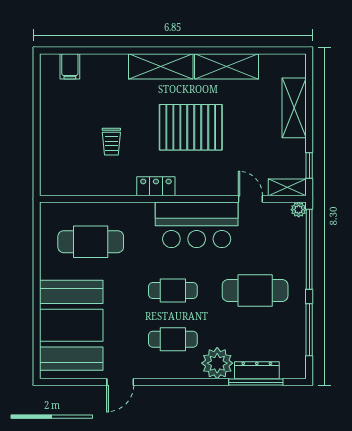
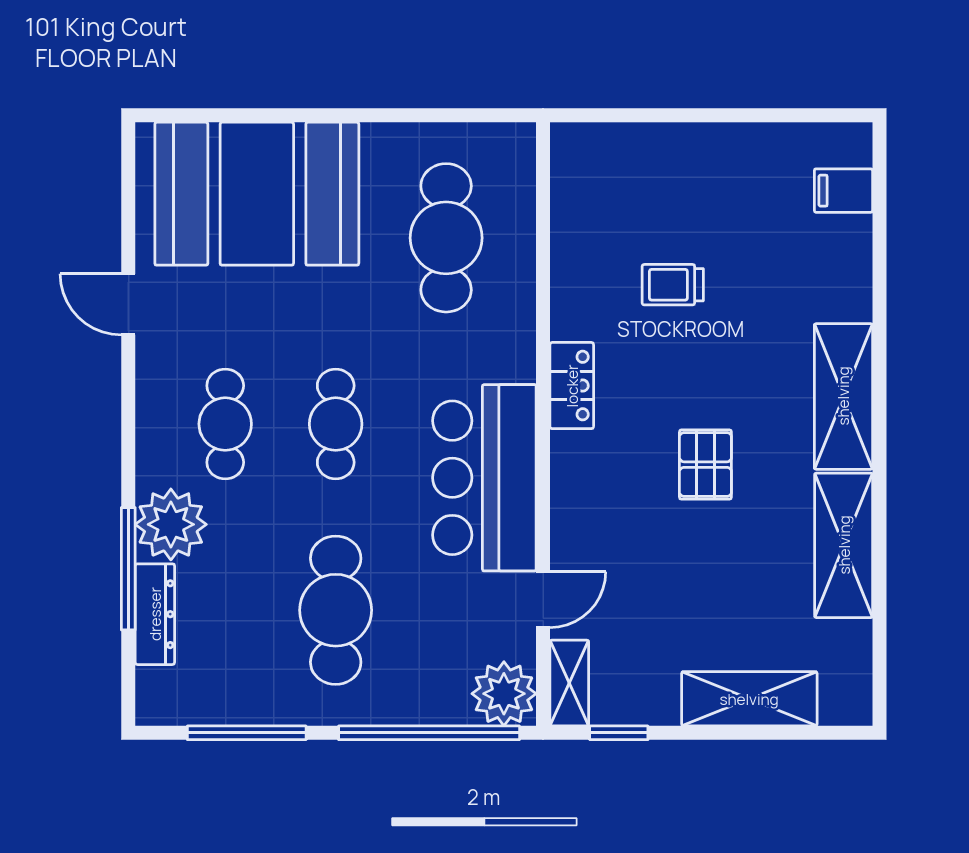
pallet: (191, 127) -> (705, 465), width x0.49, depth x0.50
plant: (299, 210) -> (504, 694), width x1.87, depth x1.87
window: (256, 382) -> (128, 569), moved

